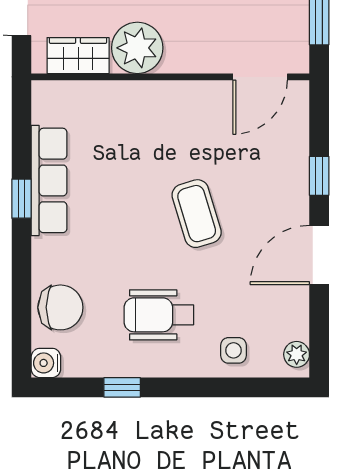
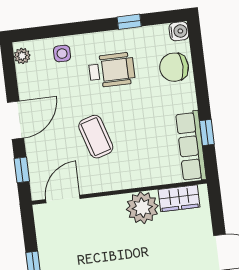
plant: (137, 48) -> (142, 208), moved
wardrobe: (78, 56) -> (179, 198), moved
wall: (170, 77) -> (119, 192), moved
door: (260, 77) -> (63, 199), moved

